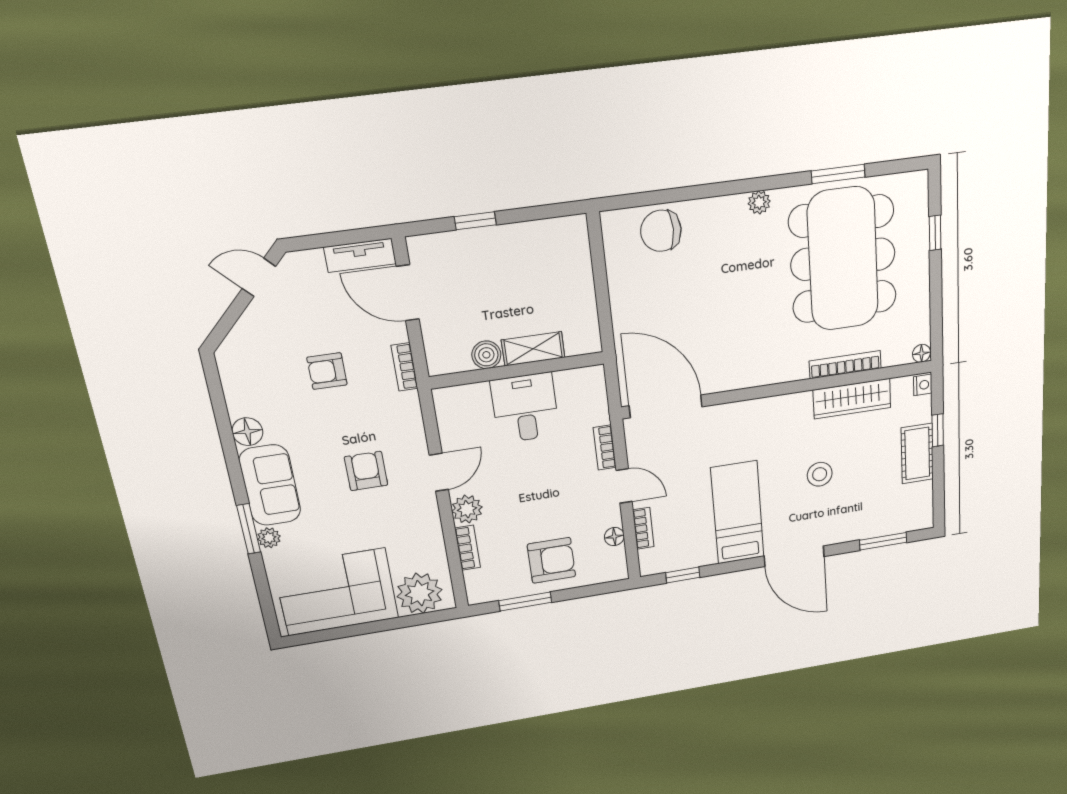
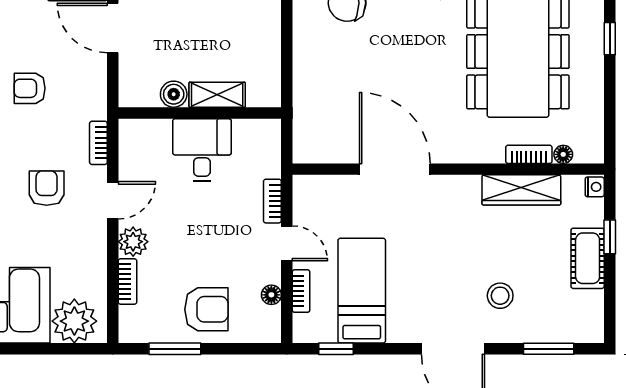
floor lamp: (921, 353) -> (563, 154), moved
bookcase: (845, 365) -> (529, 154), width x0.64
bookcase: (405, 367) -> (98, 143), moved
door: (666, 406) -> (395, 169), moved
stool: (820, 474) -> (500, 296), moved
bed: (738, 513) -> (362, 291), moved

